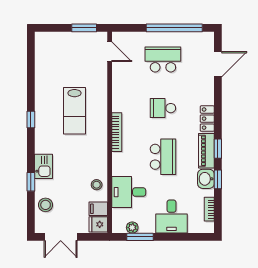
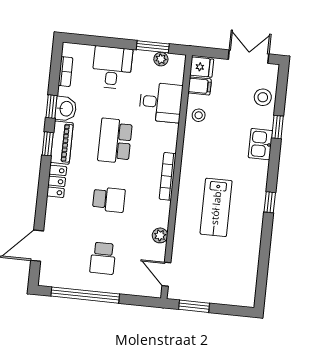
school desk: (163, 59) -> (103, 258), width x0.54
plant: (118, 83) -> (160, 235), added
lab bench: (74, 111) -> (216, 207), turned 180

